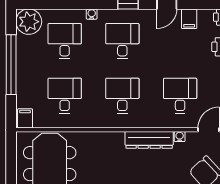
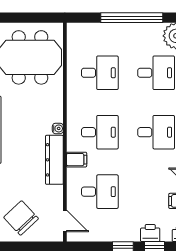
filing cabinet: (25, 118) -> (77, 160), moved
water cooler: (180, 137) -> (58, 128), moved

